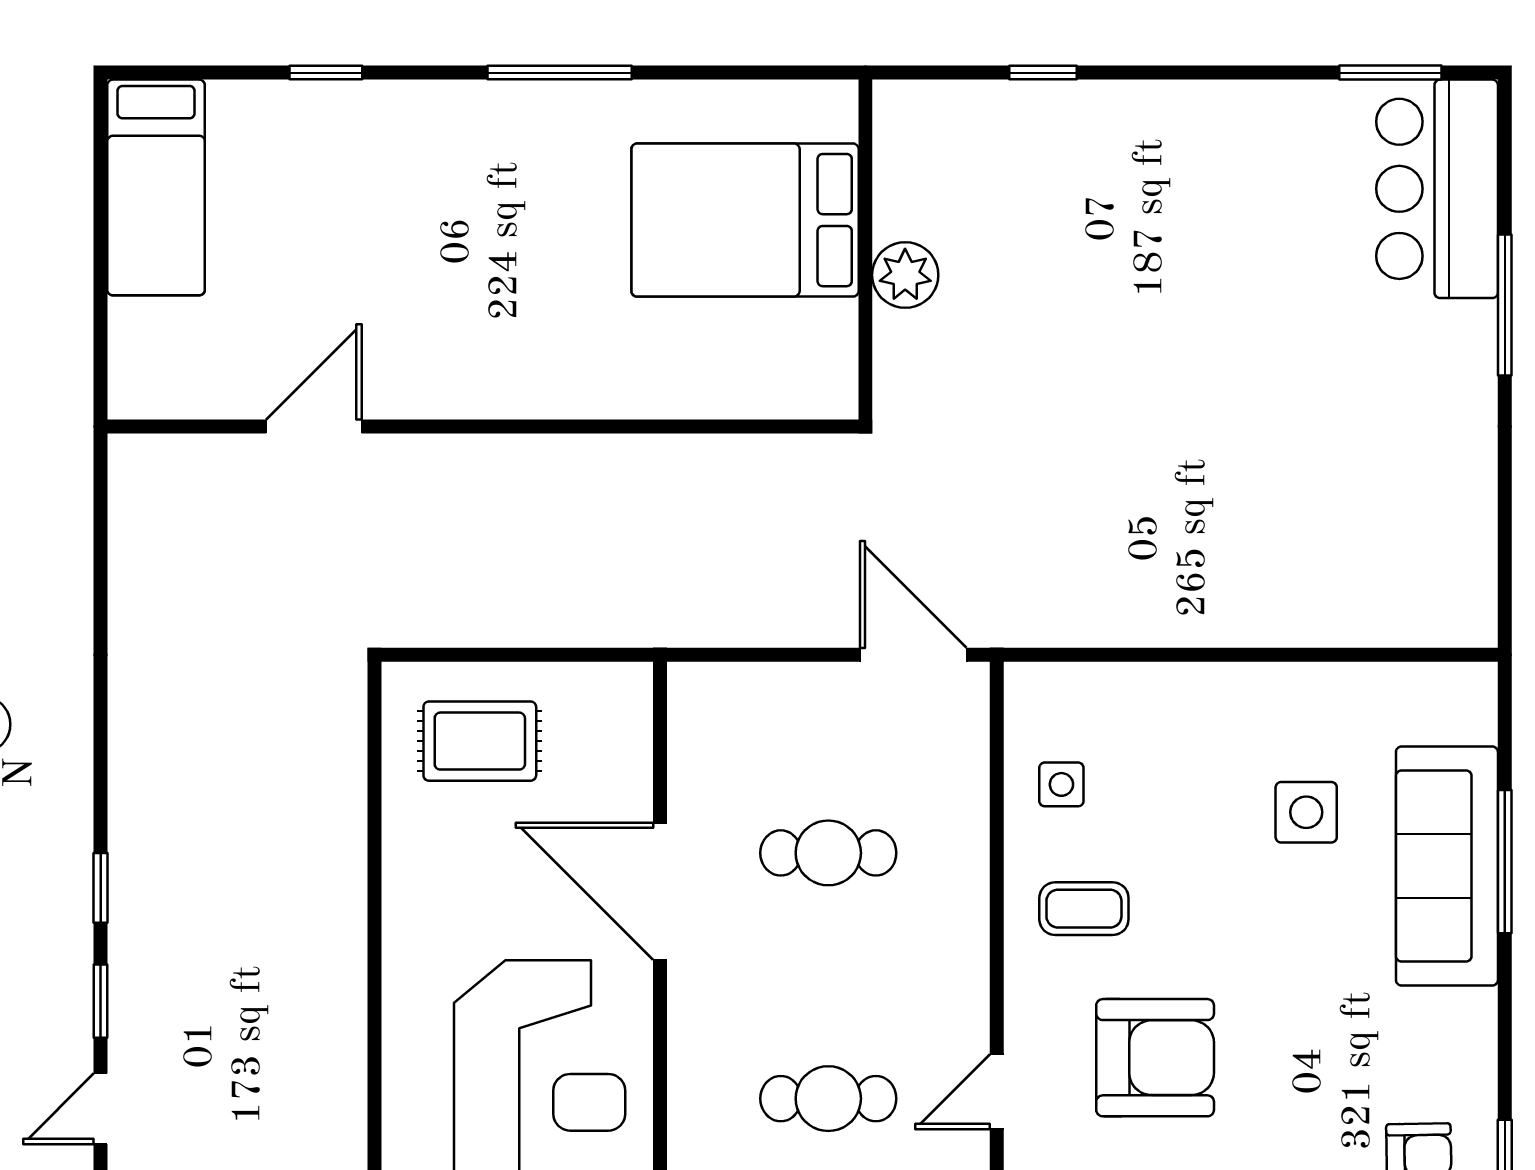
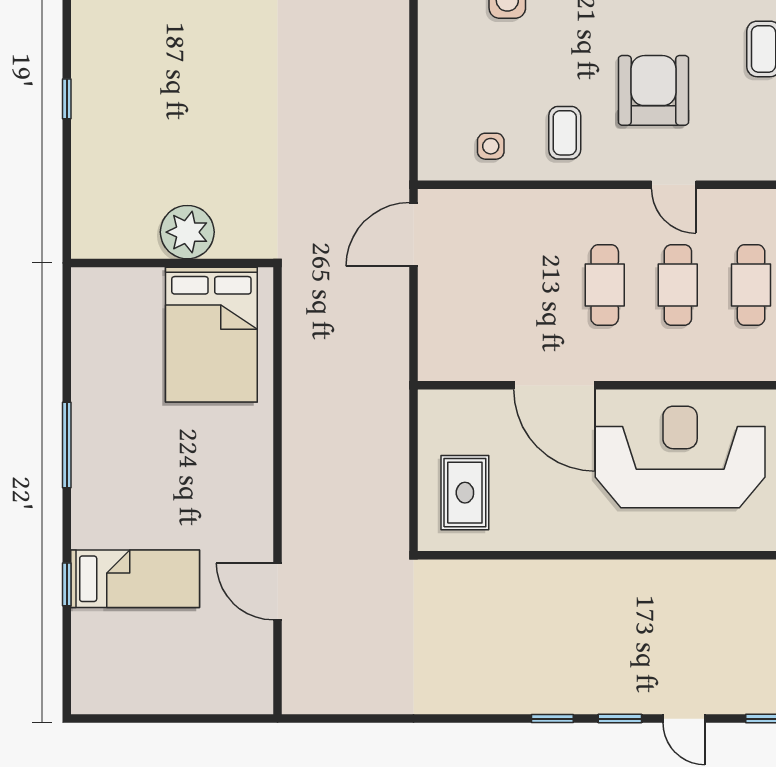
window: (1043, 73) -> (67, 99), moved
bed: (156, 187) -> (135, 579), moved
bed: (745, 220) -> (211, 335), moved
plant: (905, 275) -> (187, 232), width x1.36, depth x1.36
cafe table: (828, 853) -> (605, 285), moved
door: (660, 891) -> (554, 385), hinge flipped

